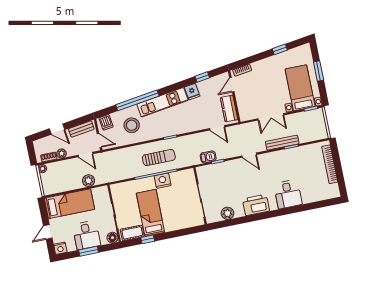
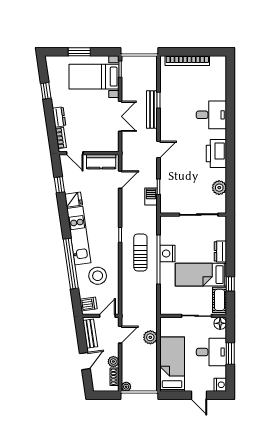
dresser: (260, 65) -> (59, 117), added
dresser: (173, 225) -> (220, 251), added

